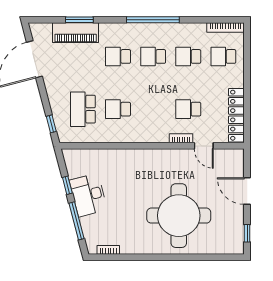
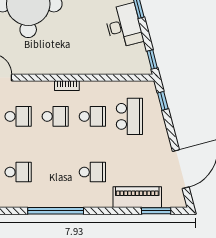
window: (79, 20) -> (156, 211), moved
school desk: (153, 56) -> (55, 116), moved
bookcase: (181, 138) -> (67, 86), moved
window: (67, 185) -> (152, 60), moved

